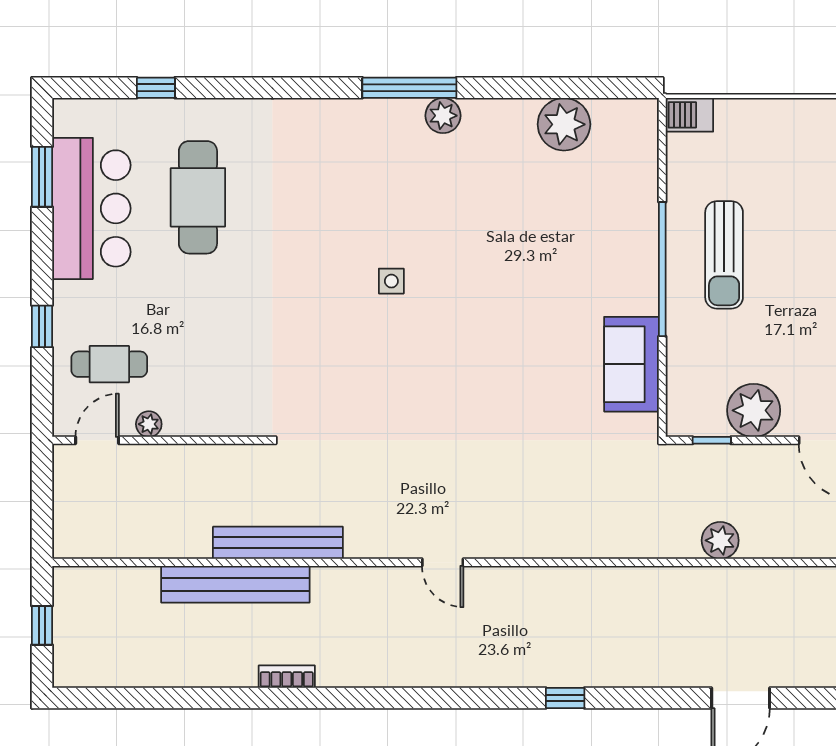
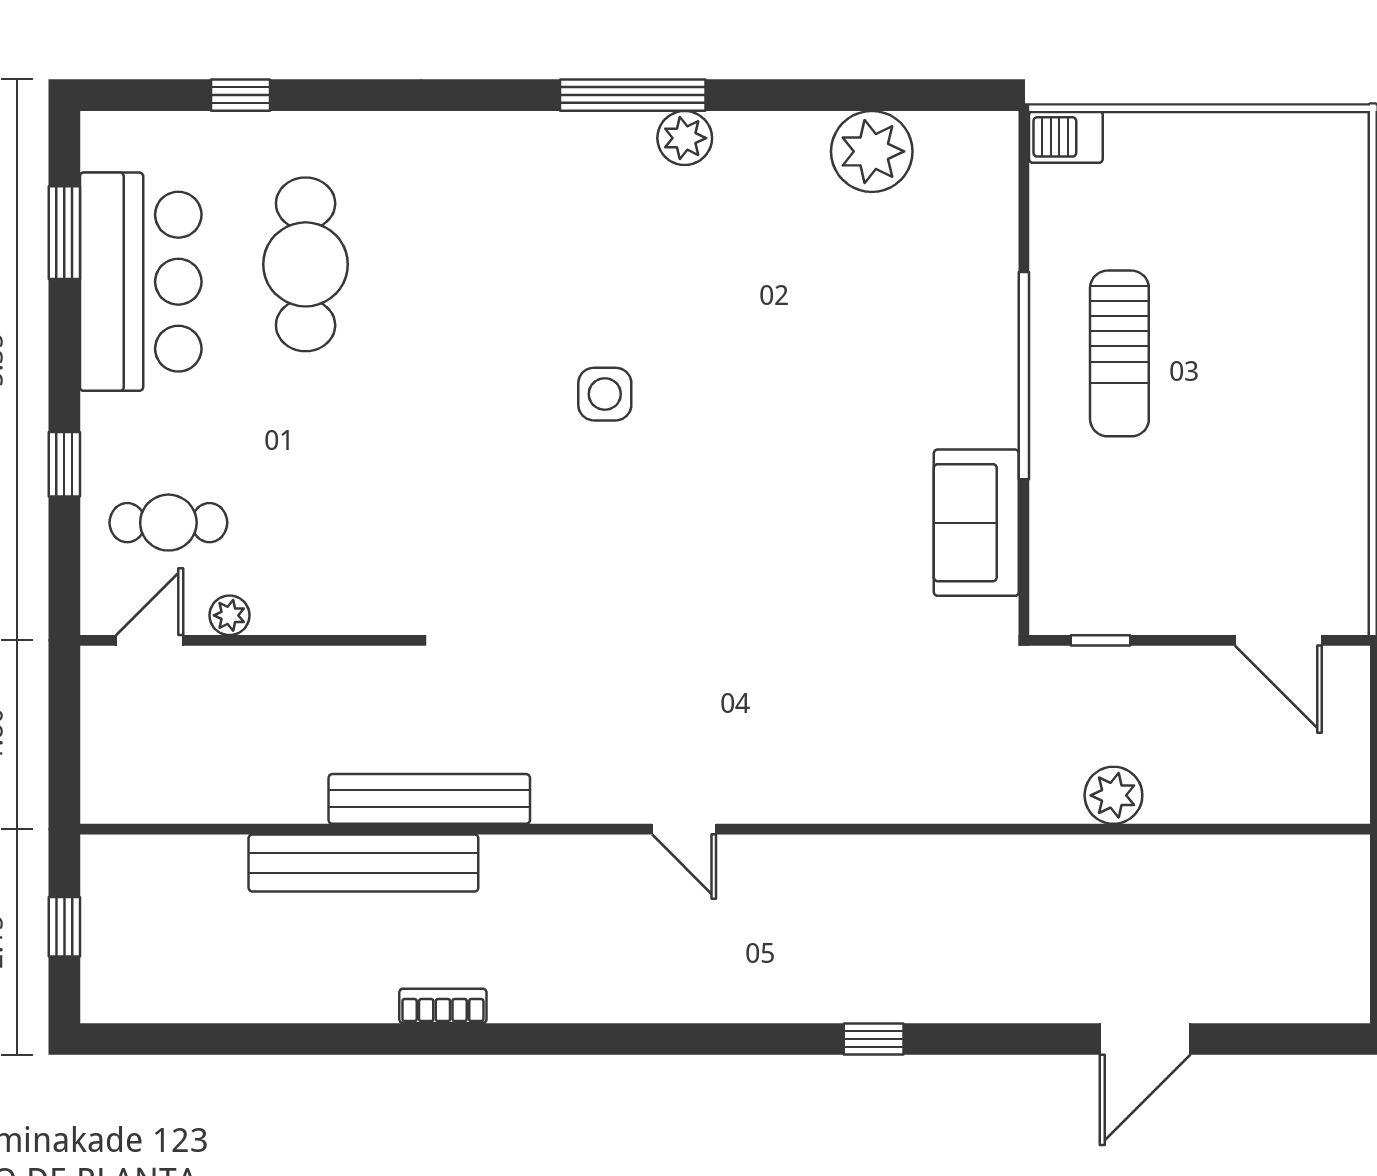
side table: (391, 281) -> (605, 394), width x1.37, depth x1.37
plant: (754, 410) -> (1165, 594), removed

